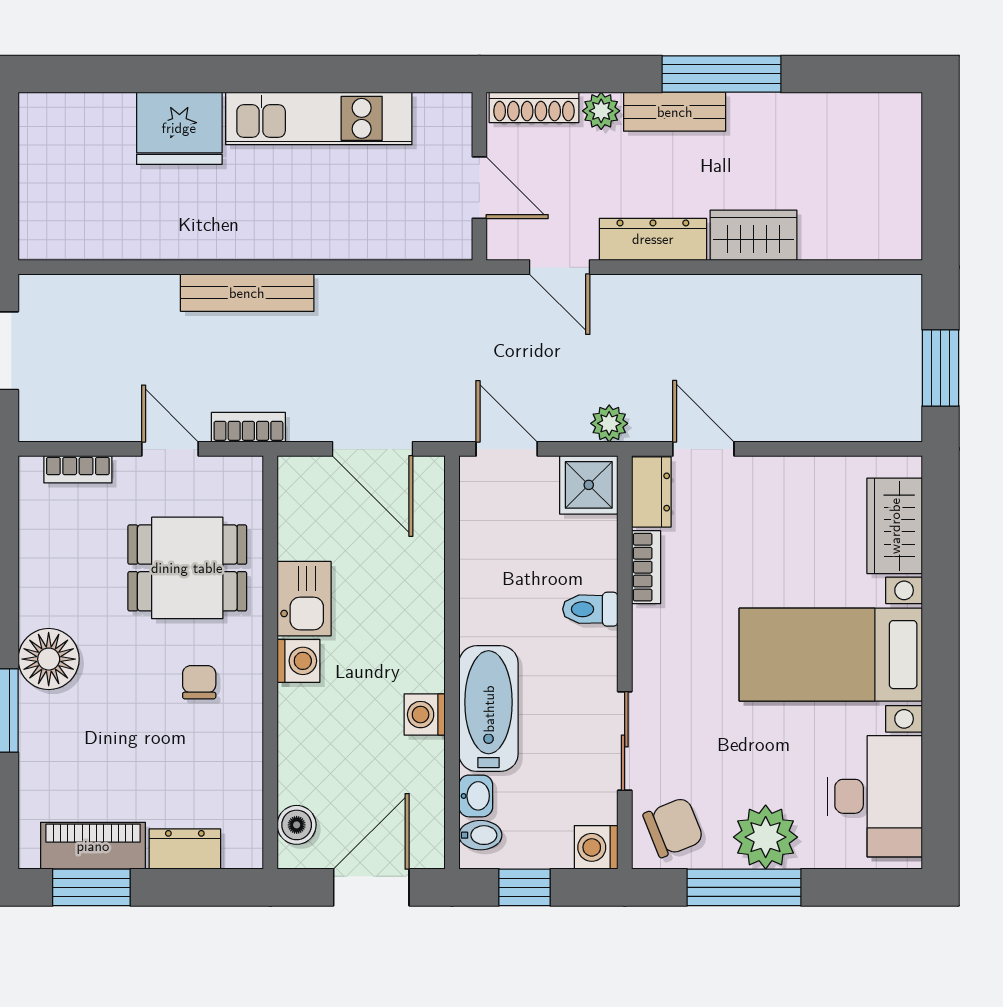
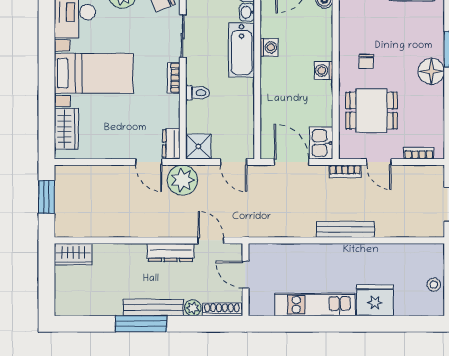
bench: (675, 112) -> (153, 307), width x1.36
stool: (43, 165) -> (434, 285), added
wardrobe: (754, 235) -> (73, 254), moved
plant: (609, 423) -> (182, 180), width x1.87, depth x1.87
bookcase: (646, 567) -> (174, 78), moved
kitchen sink: (304, 599) -> (321, 143), moved

